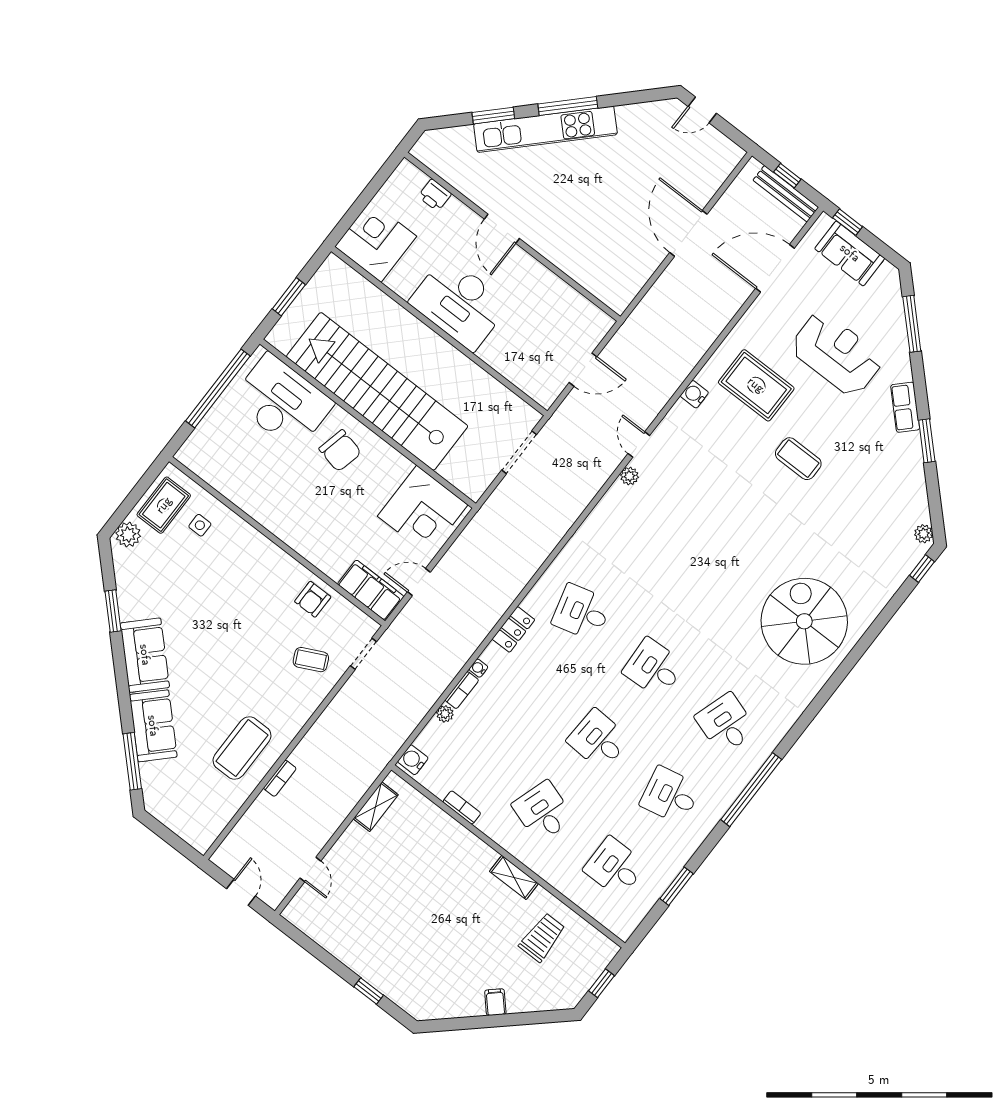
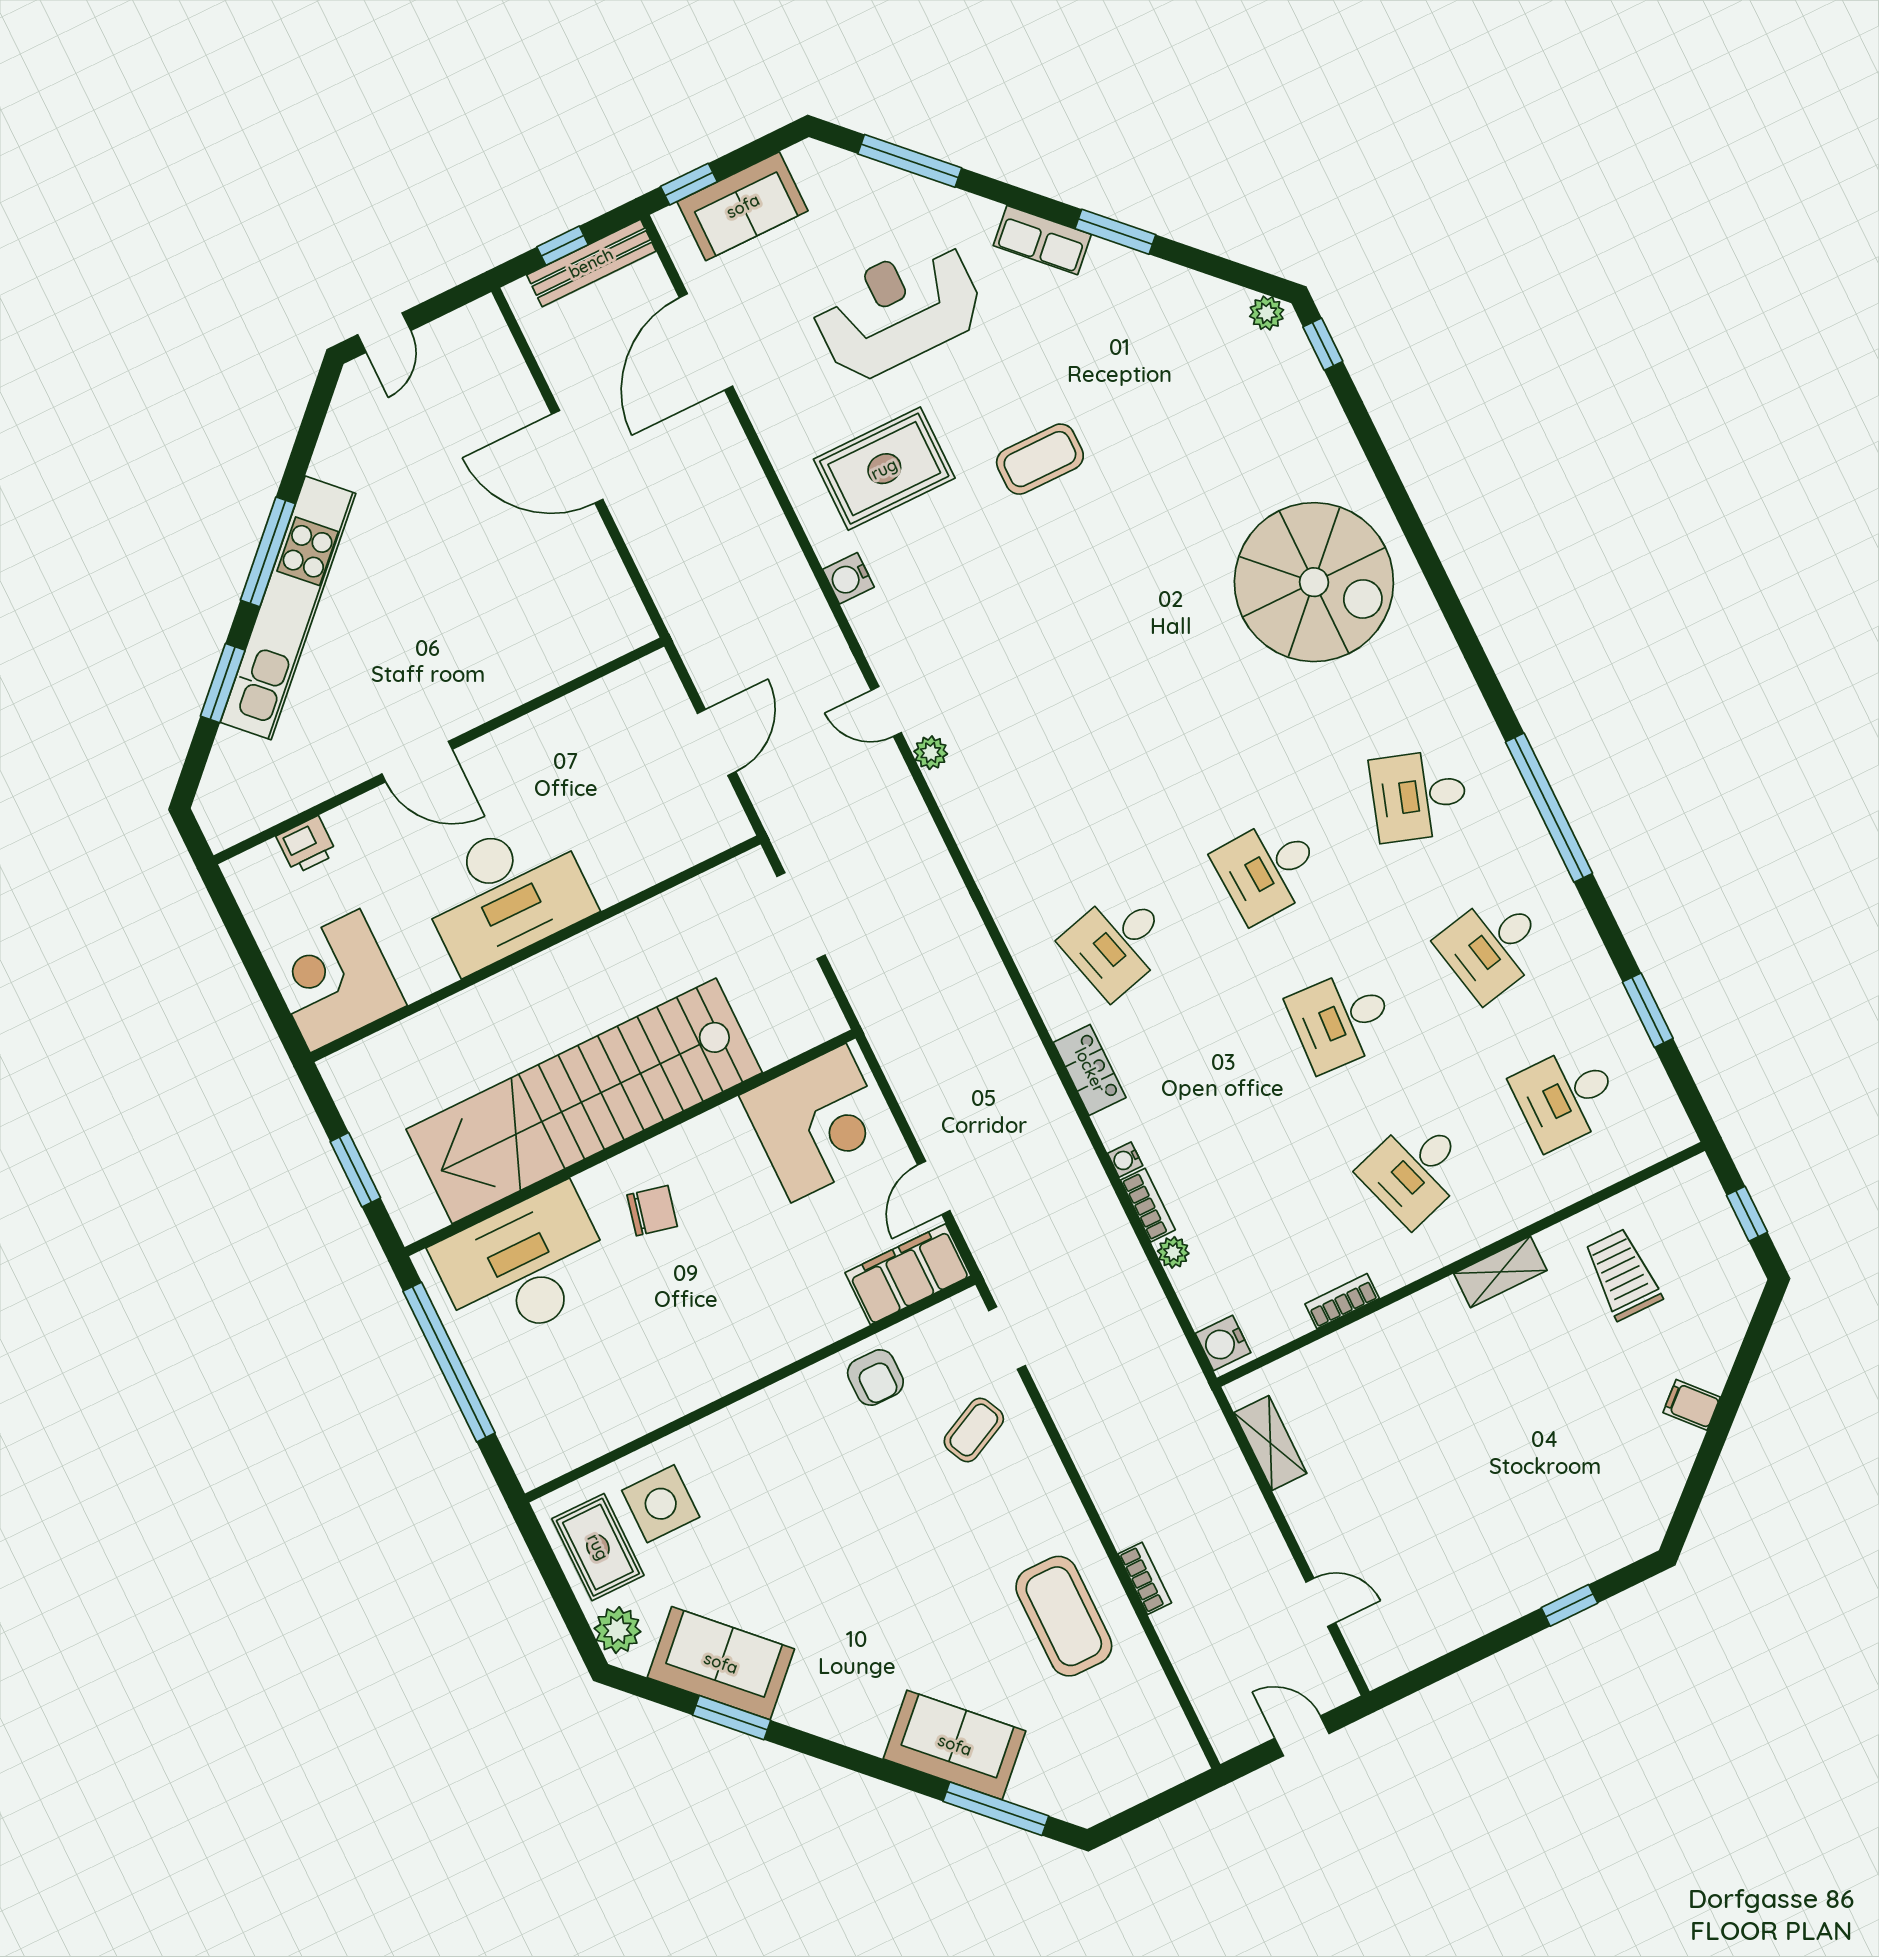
chair: (340, 451) -> (652, 1211), width x0.73, depth x0.73
side table: (200, 525) -> (661, 1504), width x1.87, depth x1.87
spiral stairs: (804, 621) -> (1314, 582), turned 180
sofa: (145, 655) -> (721, 1663), moved
desk: (543, 812) -> (1415, 1170), turned -36

